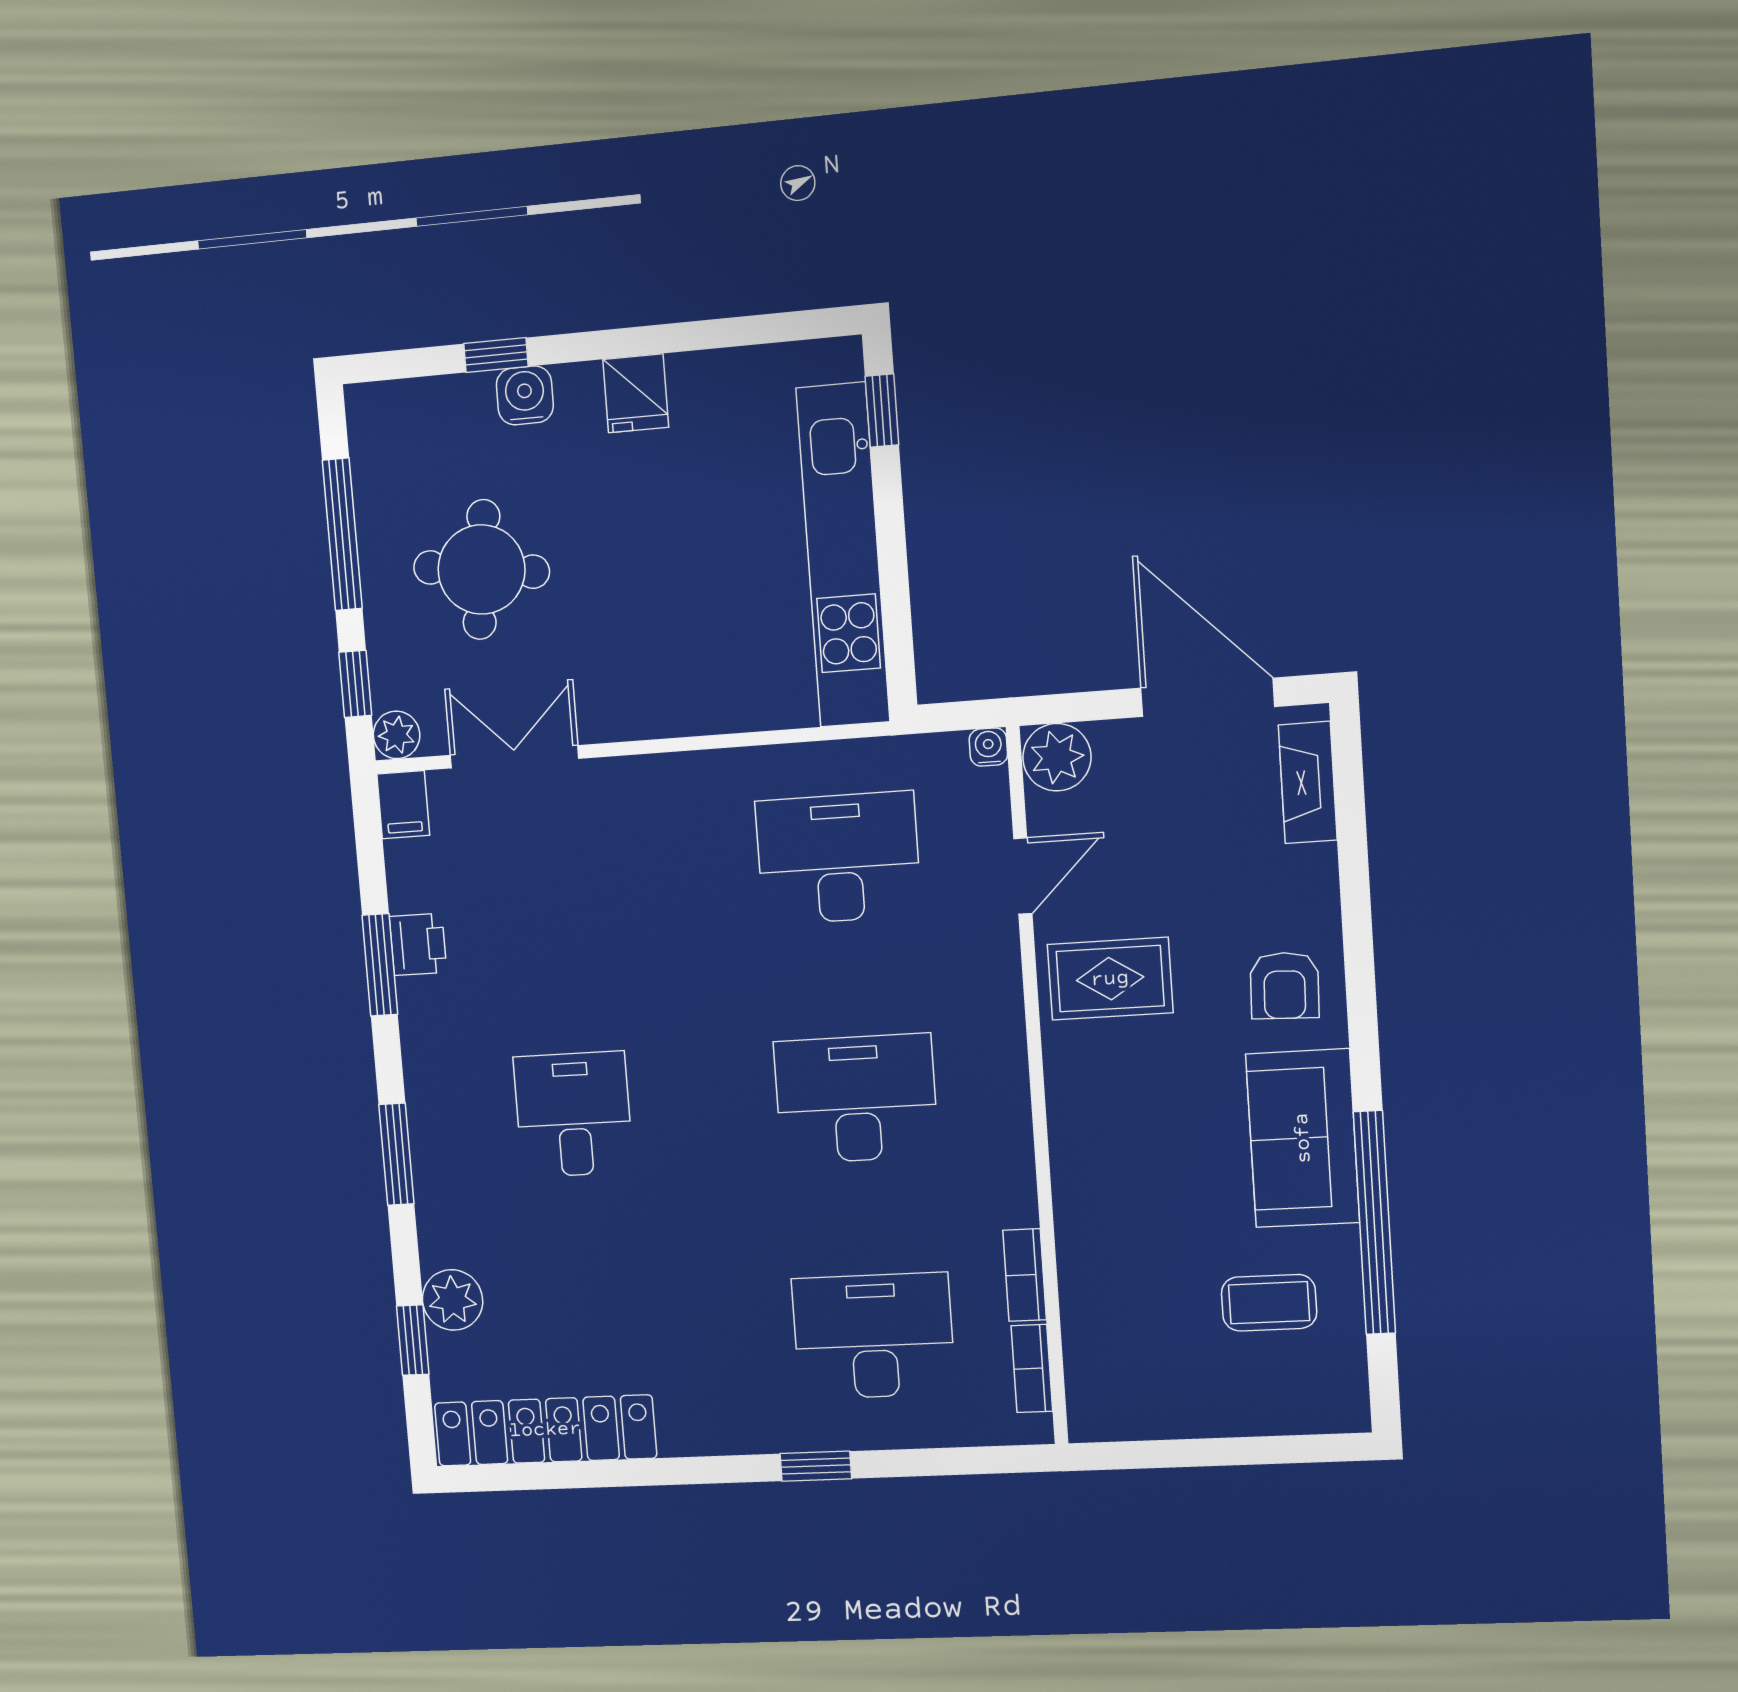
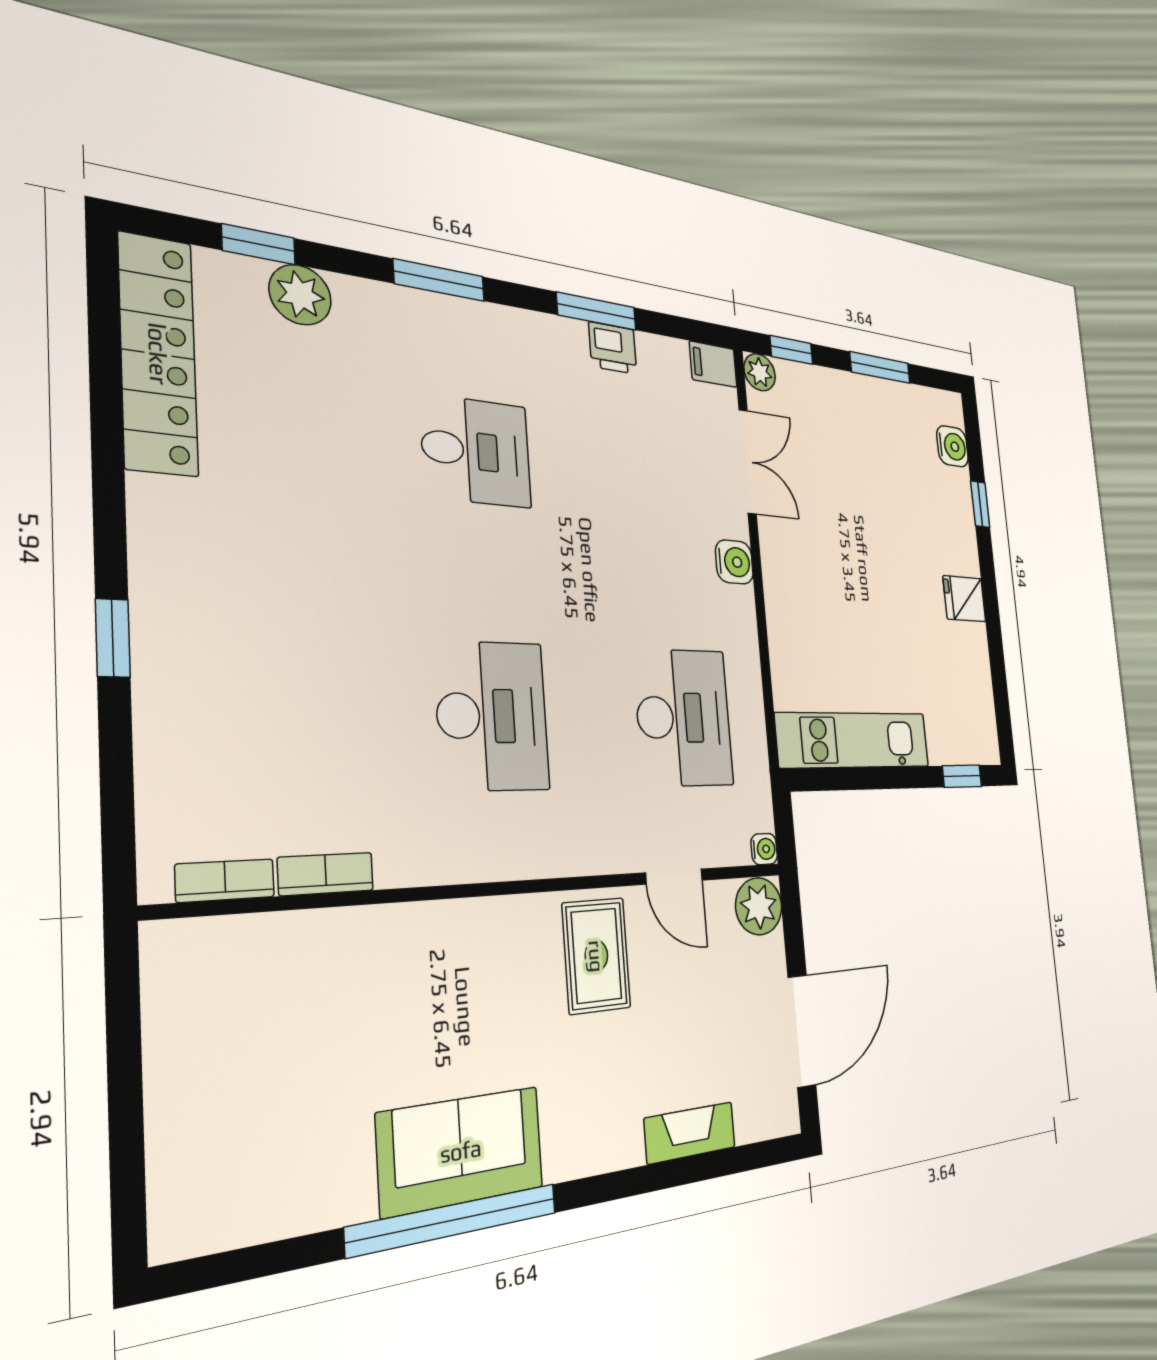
water cooler: (525, 395) -> (953, 446), moved
window: (342, 534) -> (880, 368), width x0.69
kitchen unit: (843, 555) -> (854, 740), width x0.73
round table: (482, 570) -> (863, 465), removed
water cooler: (643, 781) -> (734, 562), added
fireplace: (1308, 782) -> (690, 1133), moved
armchair: (1285, 985) -> (593, 1118), removed
window: (1374, 1223) -> (454, 1220), moved
coffee table: (1269, 1303) -> (297, 1134), removed
desk: (874, 1336) -> (262, 714), removed

